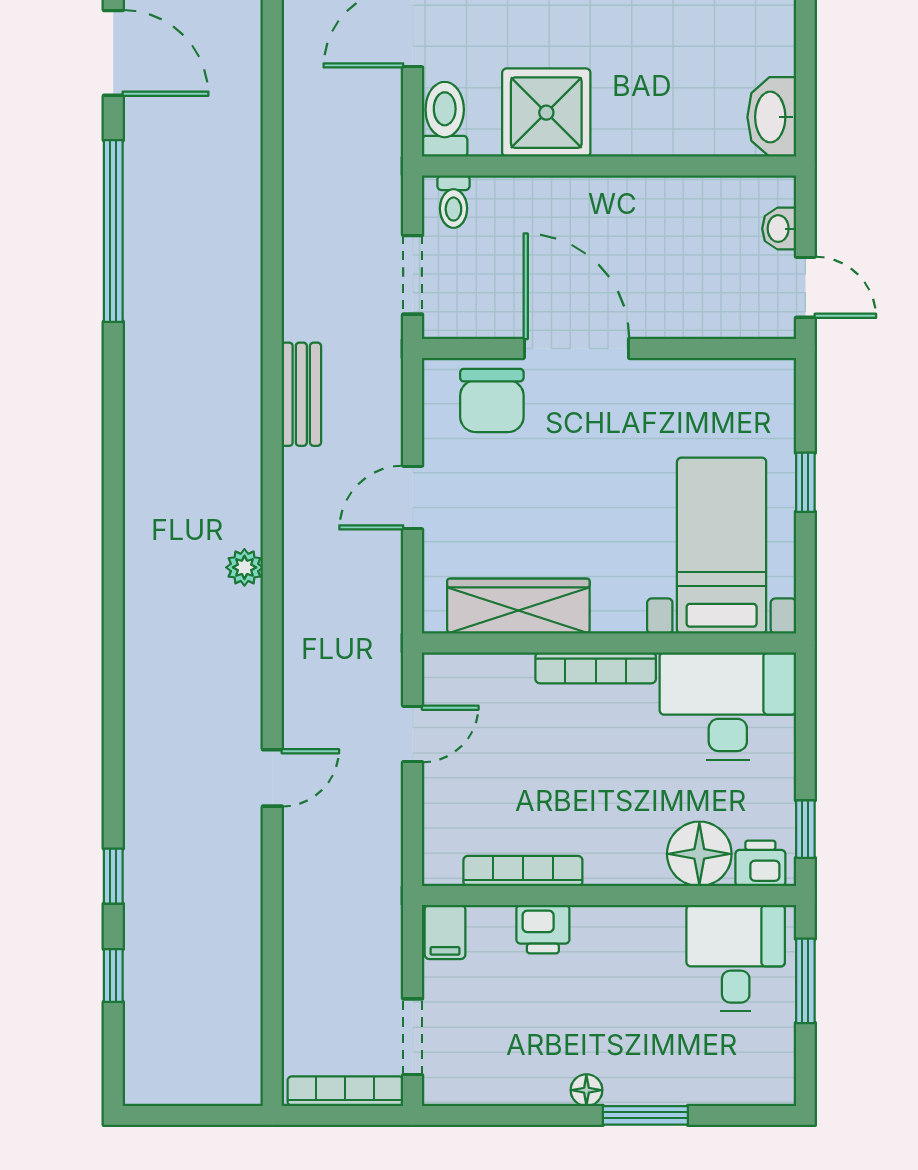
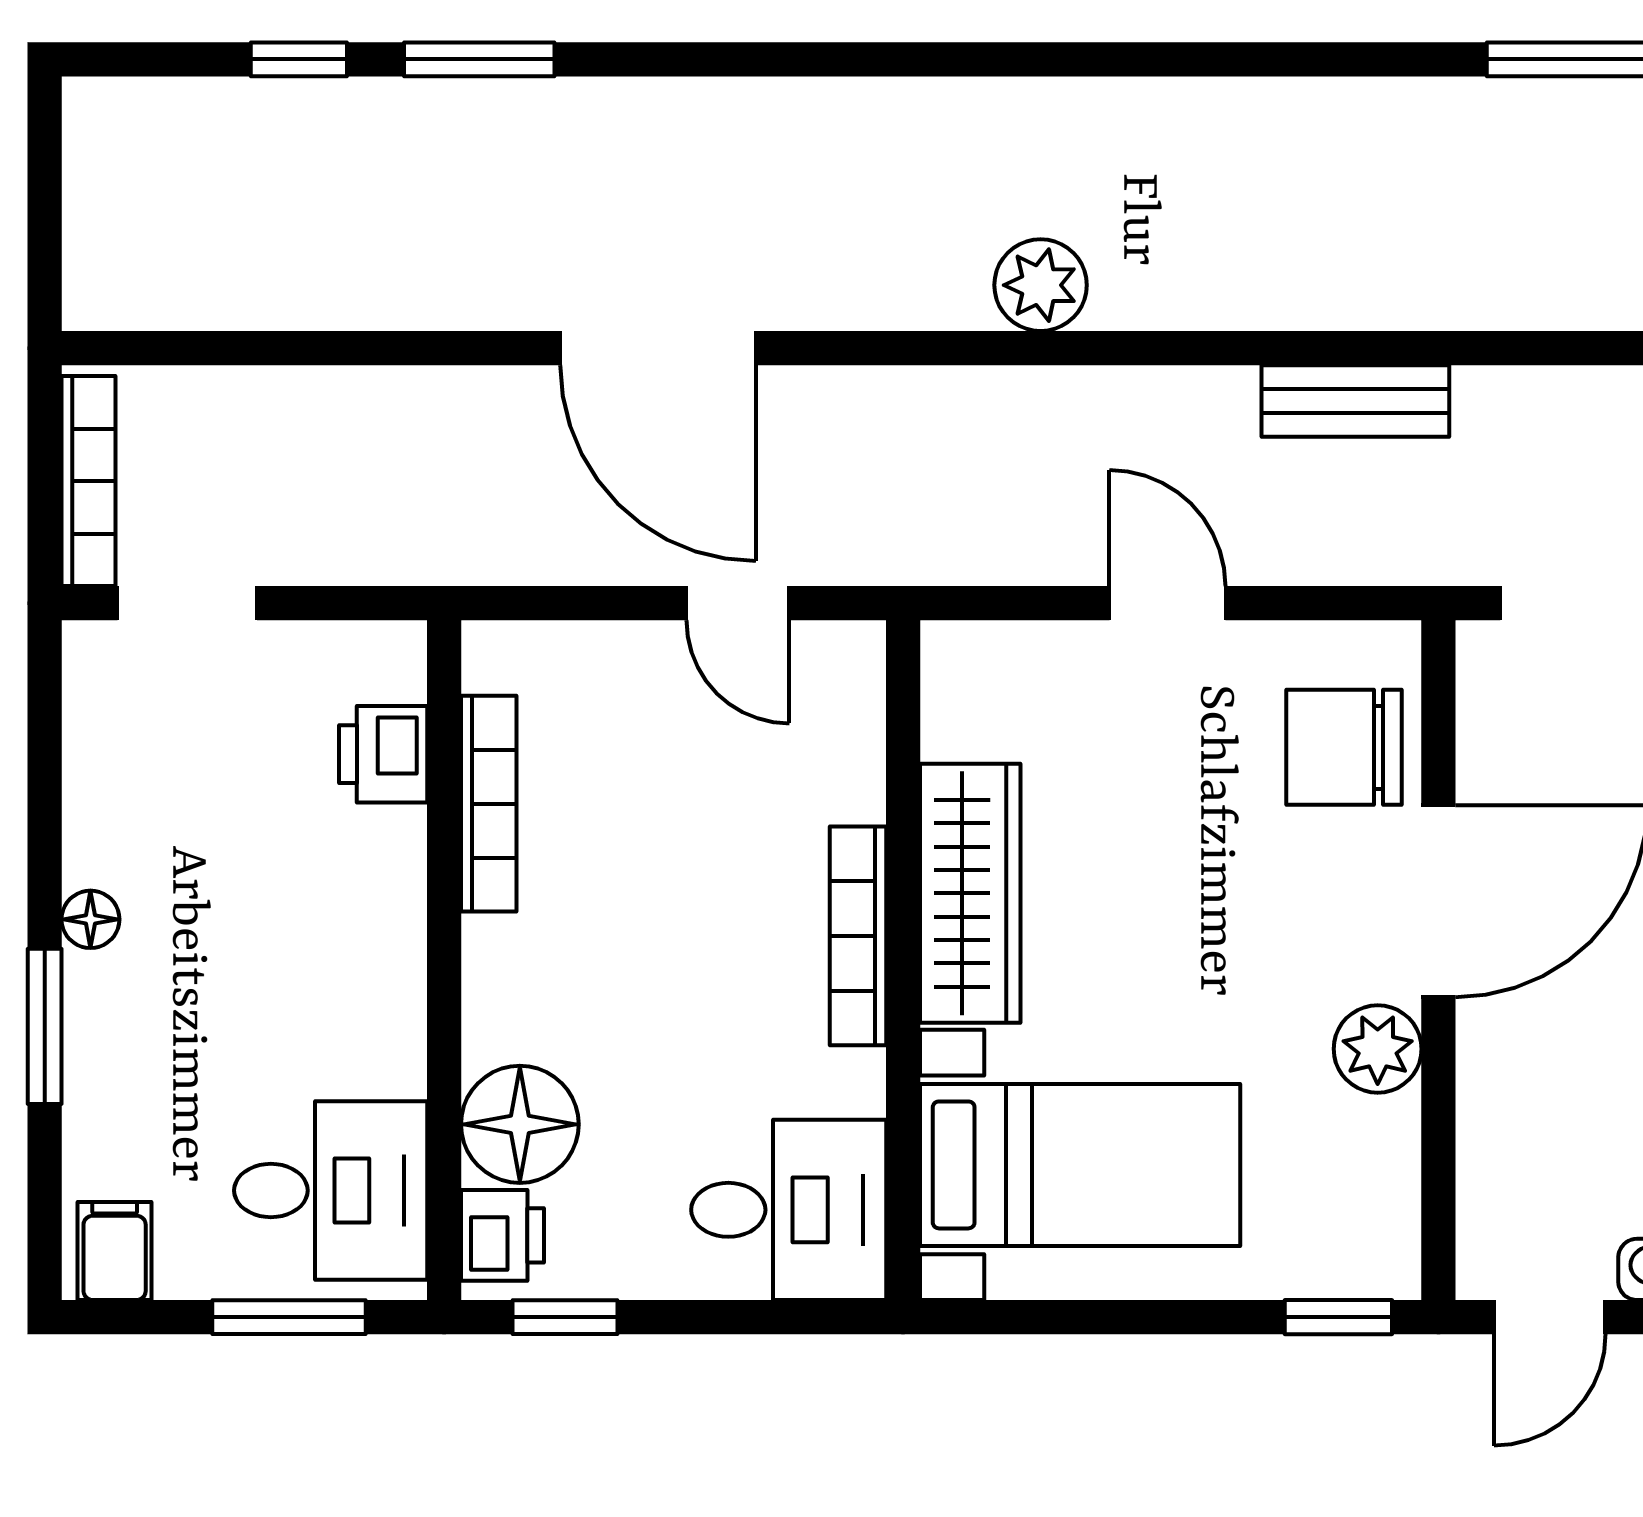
plant: (658, 382) -> (1378, 1049), added
window: (805, 482) -> (1338, 1317), moved
plant: (244, 567) -> (1041, 285), width x1.38, depth x1.38
wardrobe: (518, 606) -> (970, 893), moved
desk: (728, 706) -> (789, 1210), width x0.73
door: (272, 778) -> (658, 348), width x1.87
window: (113, 876) -> (479, 59), width x1.50
printer: (543, 929) -> (383, 754), moved
filing cabinet: (445, 932) -> (115, 1251), moved, turned 90

